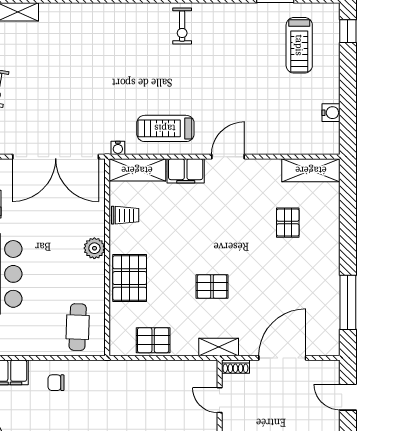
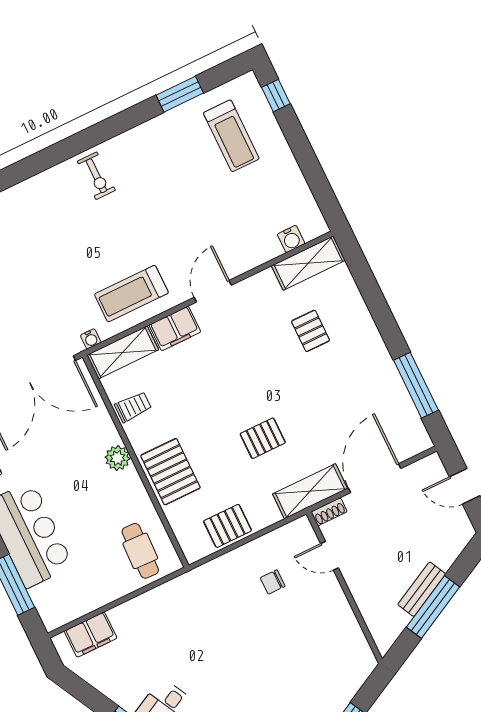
water cooler: (331, 113) -> (291, 239), moved, turned 90
shelving: (219, 347) -> (310, 491), width x1.50, depth x1.33
chair: (56, 383) -> (273, 582), moved

